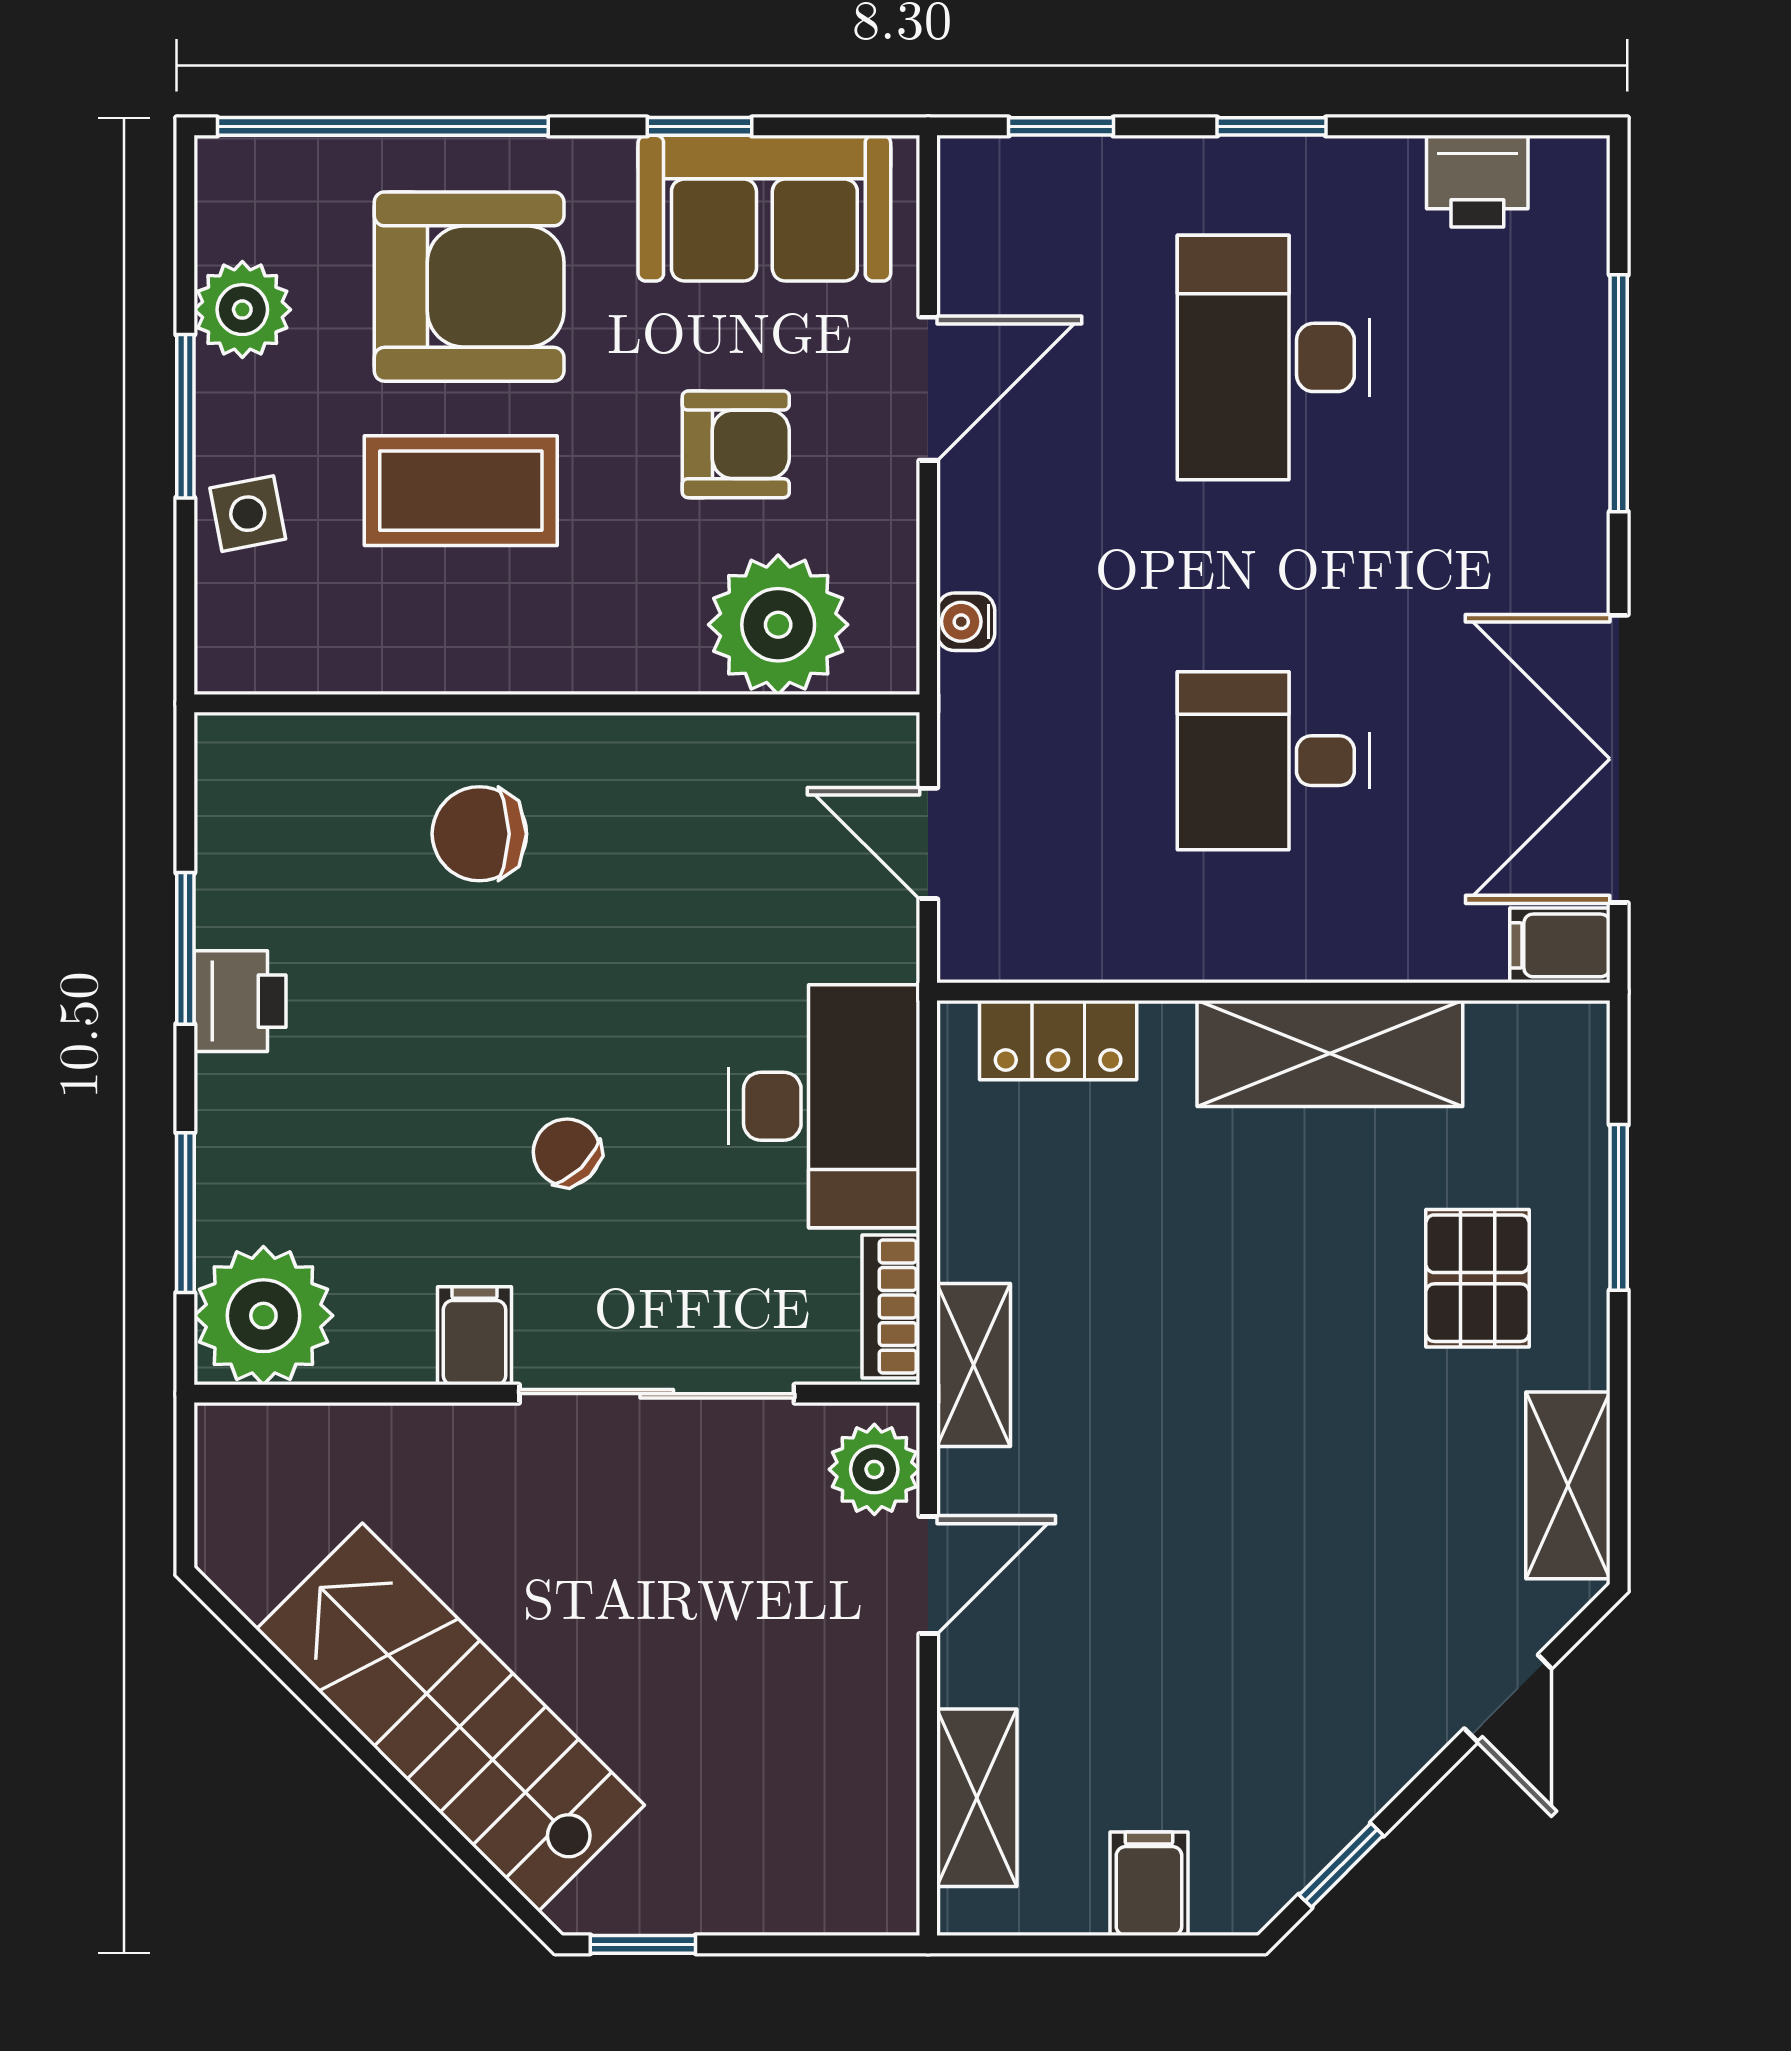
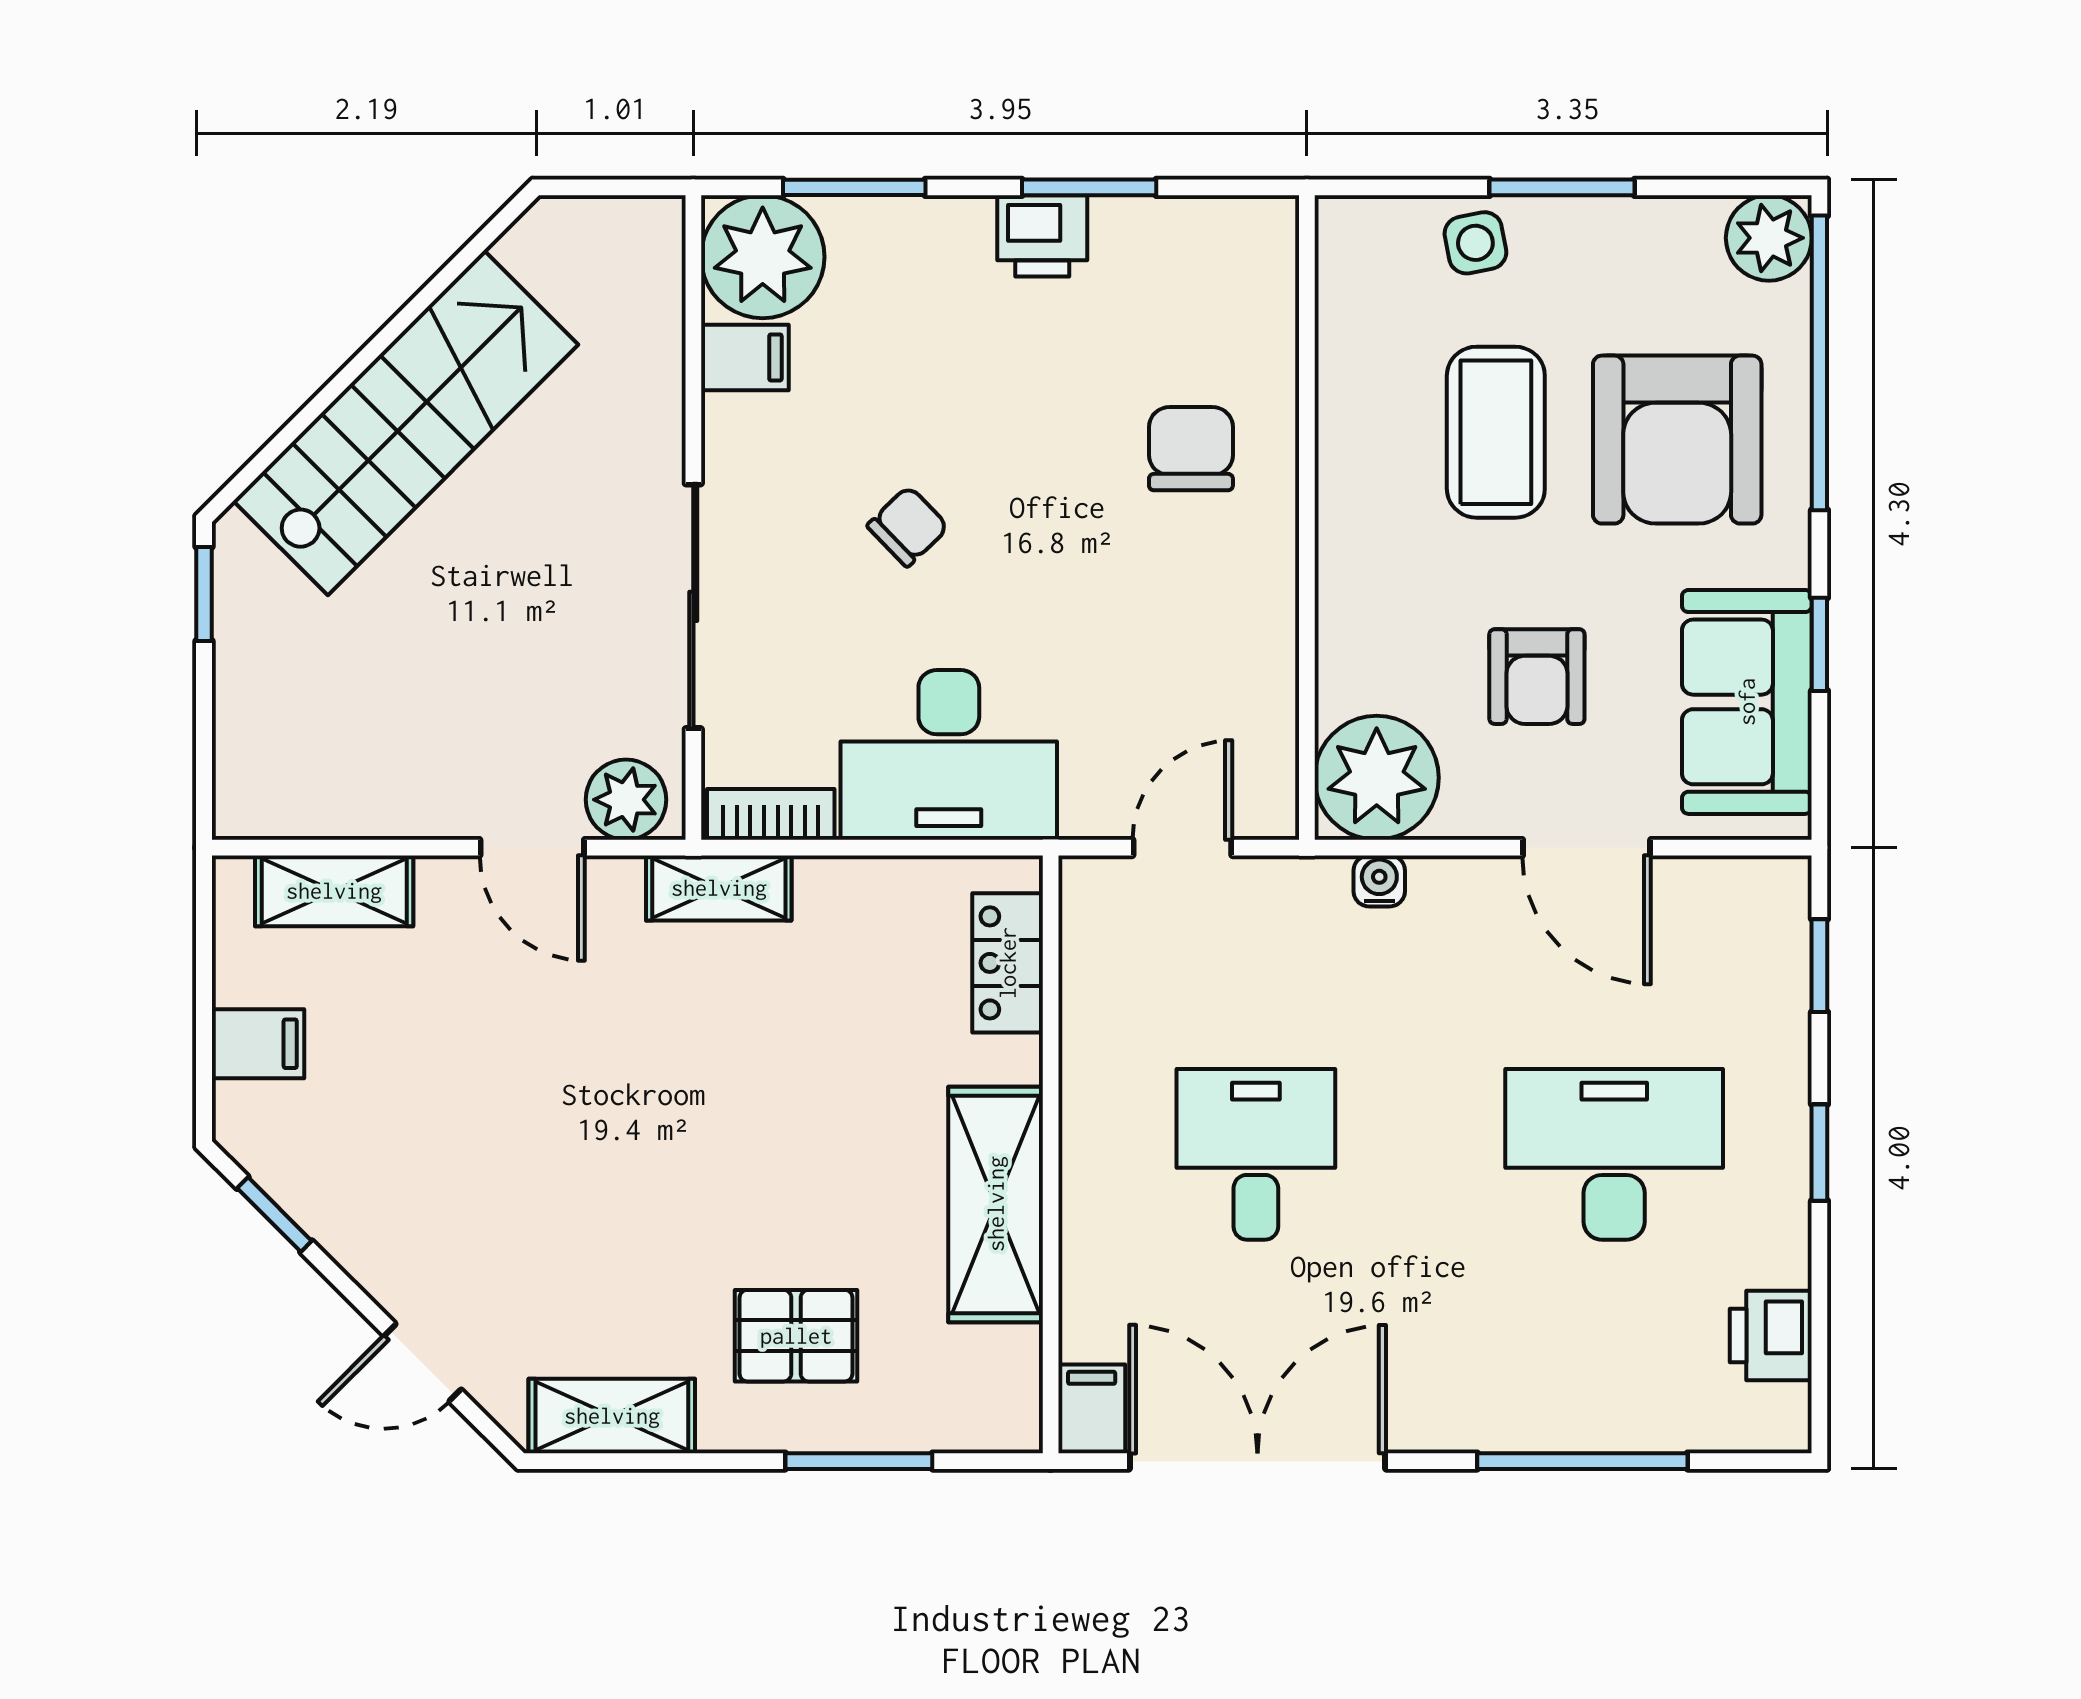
plant: (242, 310) -> (1769, 238), moved
plant: (778, 625) -> (1377, 778), moved
filing cabinet: (475, 1336) -> (745, 357), moved

